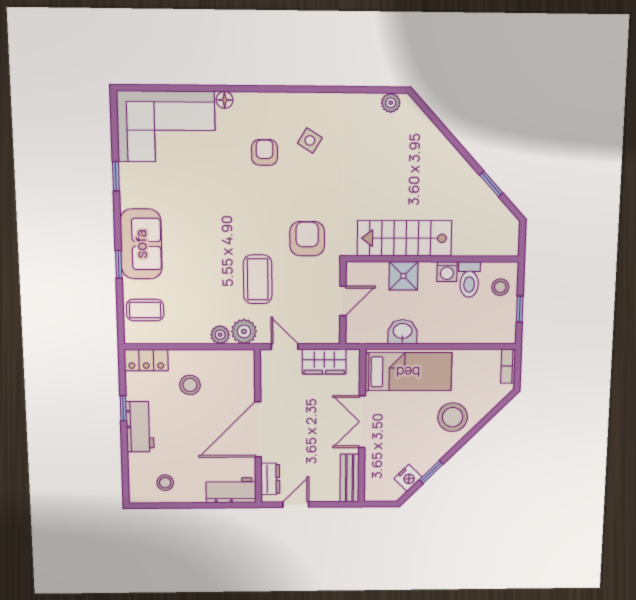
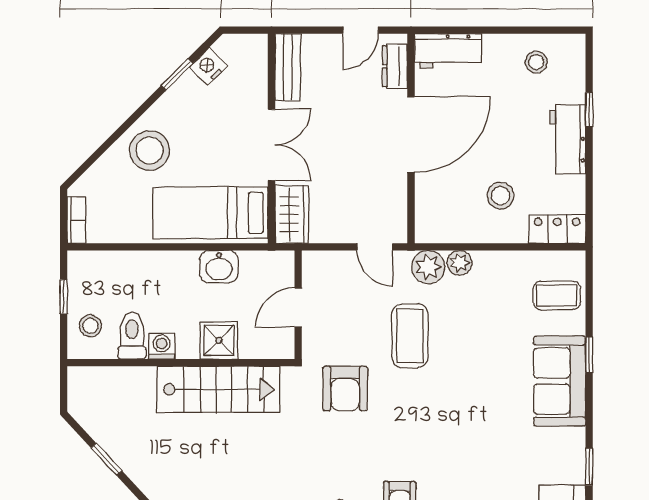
wardrobe: (324, 362) -> (292, 214), moved, turned 90
window: (123, 408) -> (589, 110), moved

